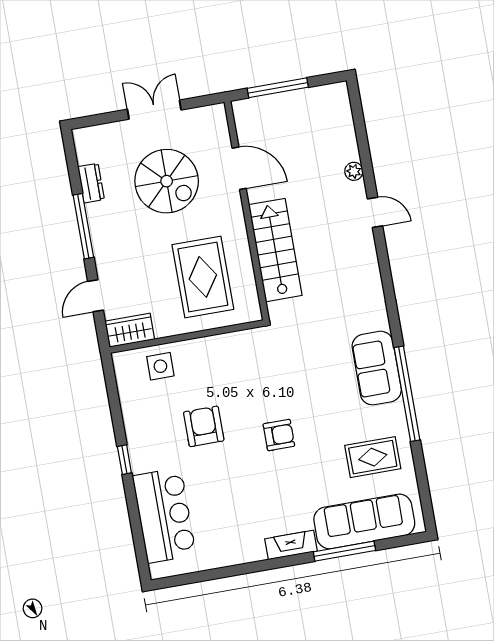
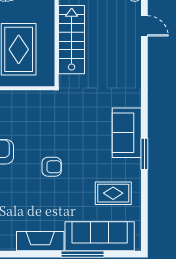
window: (407, 394) -> (144, 154), width x0.47
fireplace: (291, 545) -> (40, 241), width x1.37, depth x1.32

